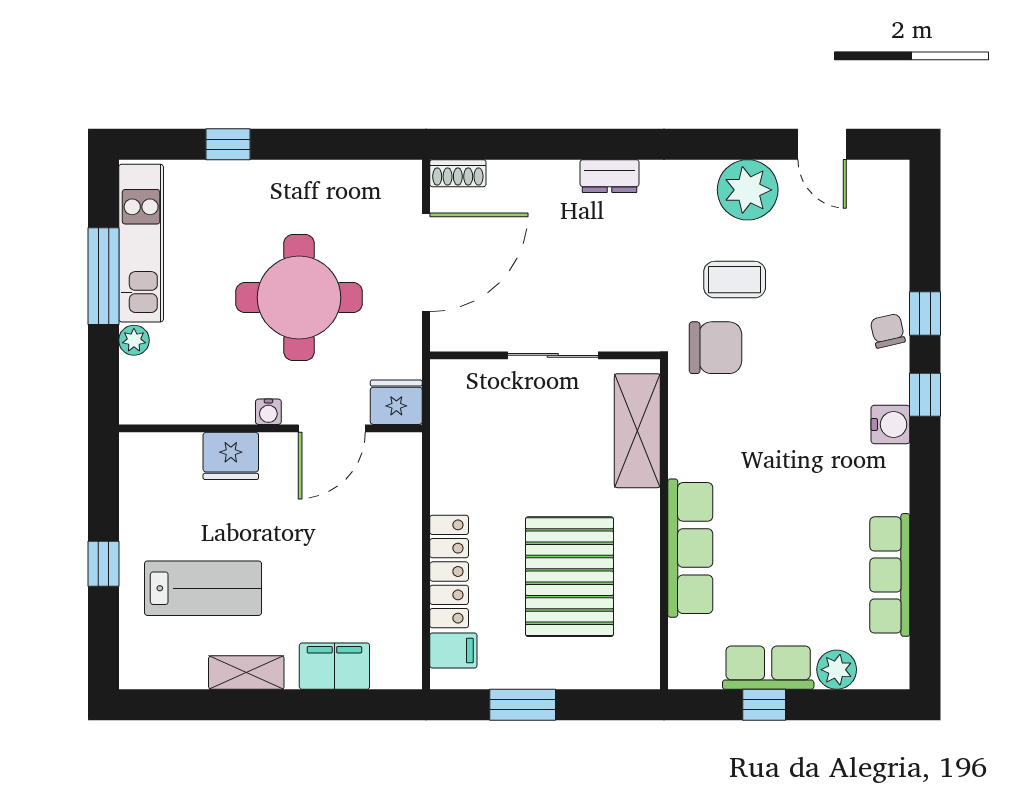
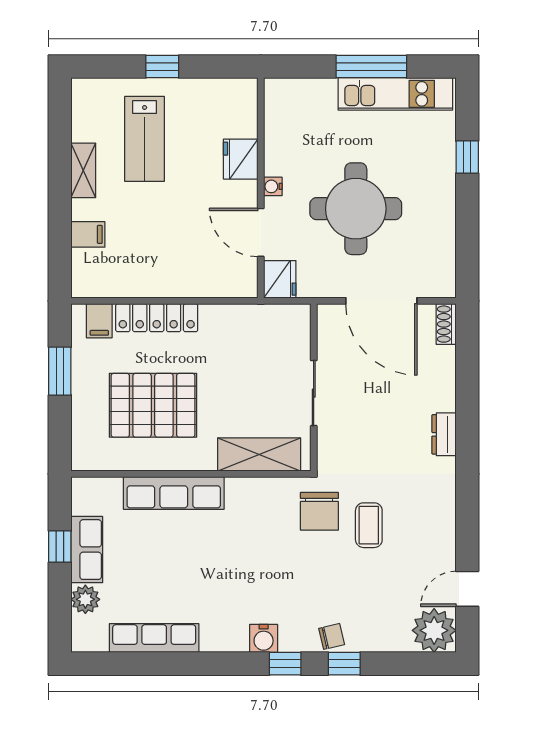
plant: (748, 190) -> (434, 630), moved
plant: (134, 340) -> (325, 89), removed
filing cabinet: (334, 666) -> (88, 234), width x0.50

